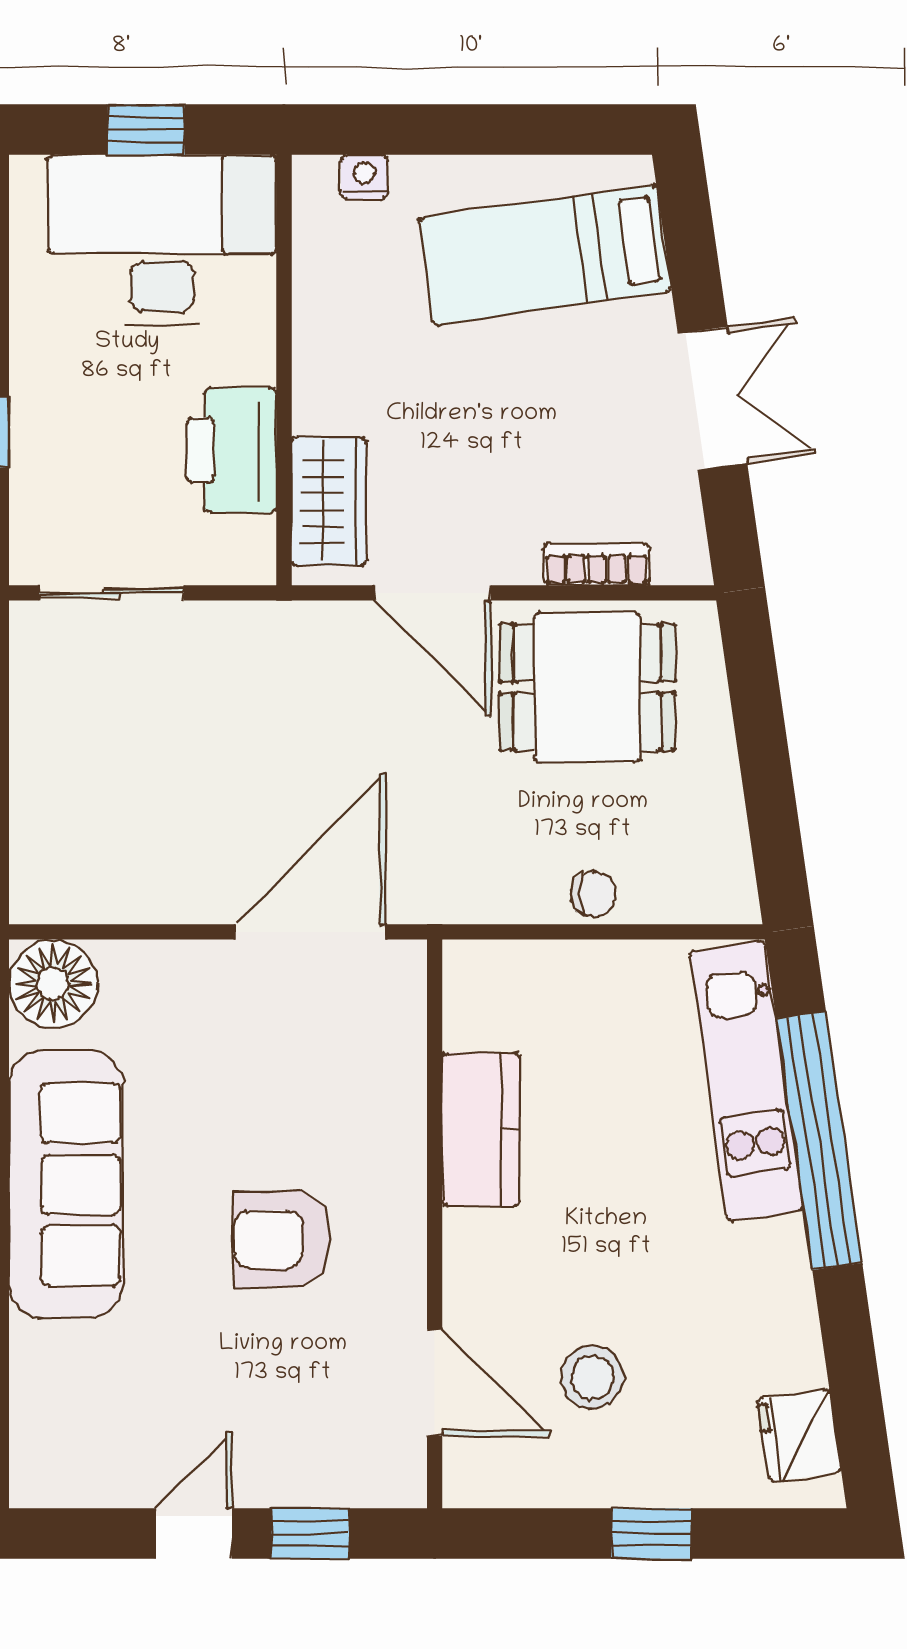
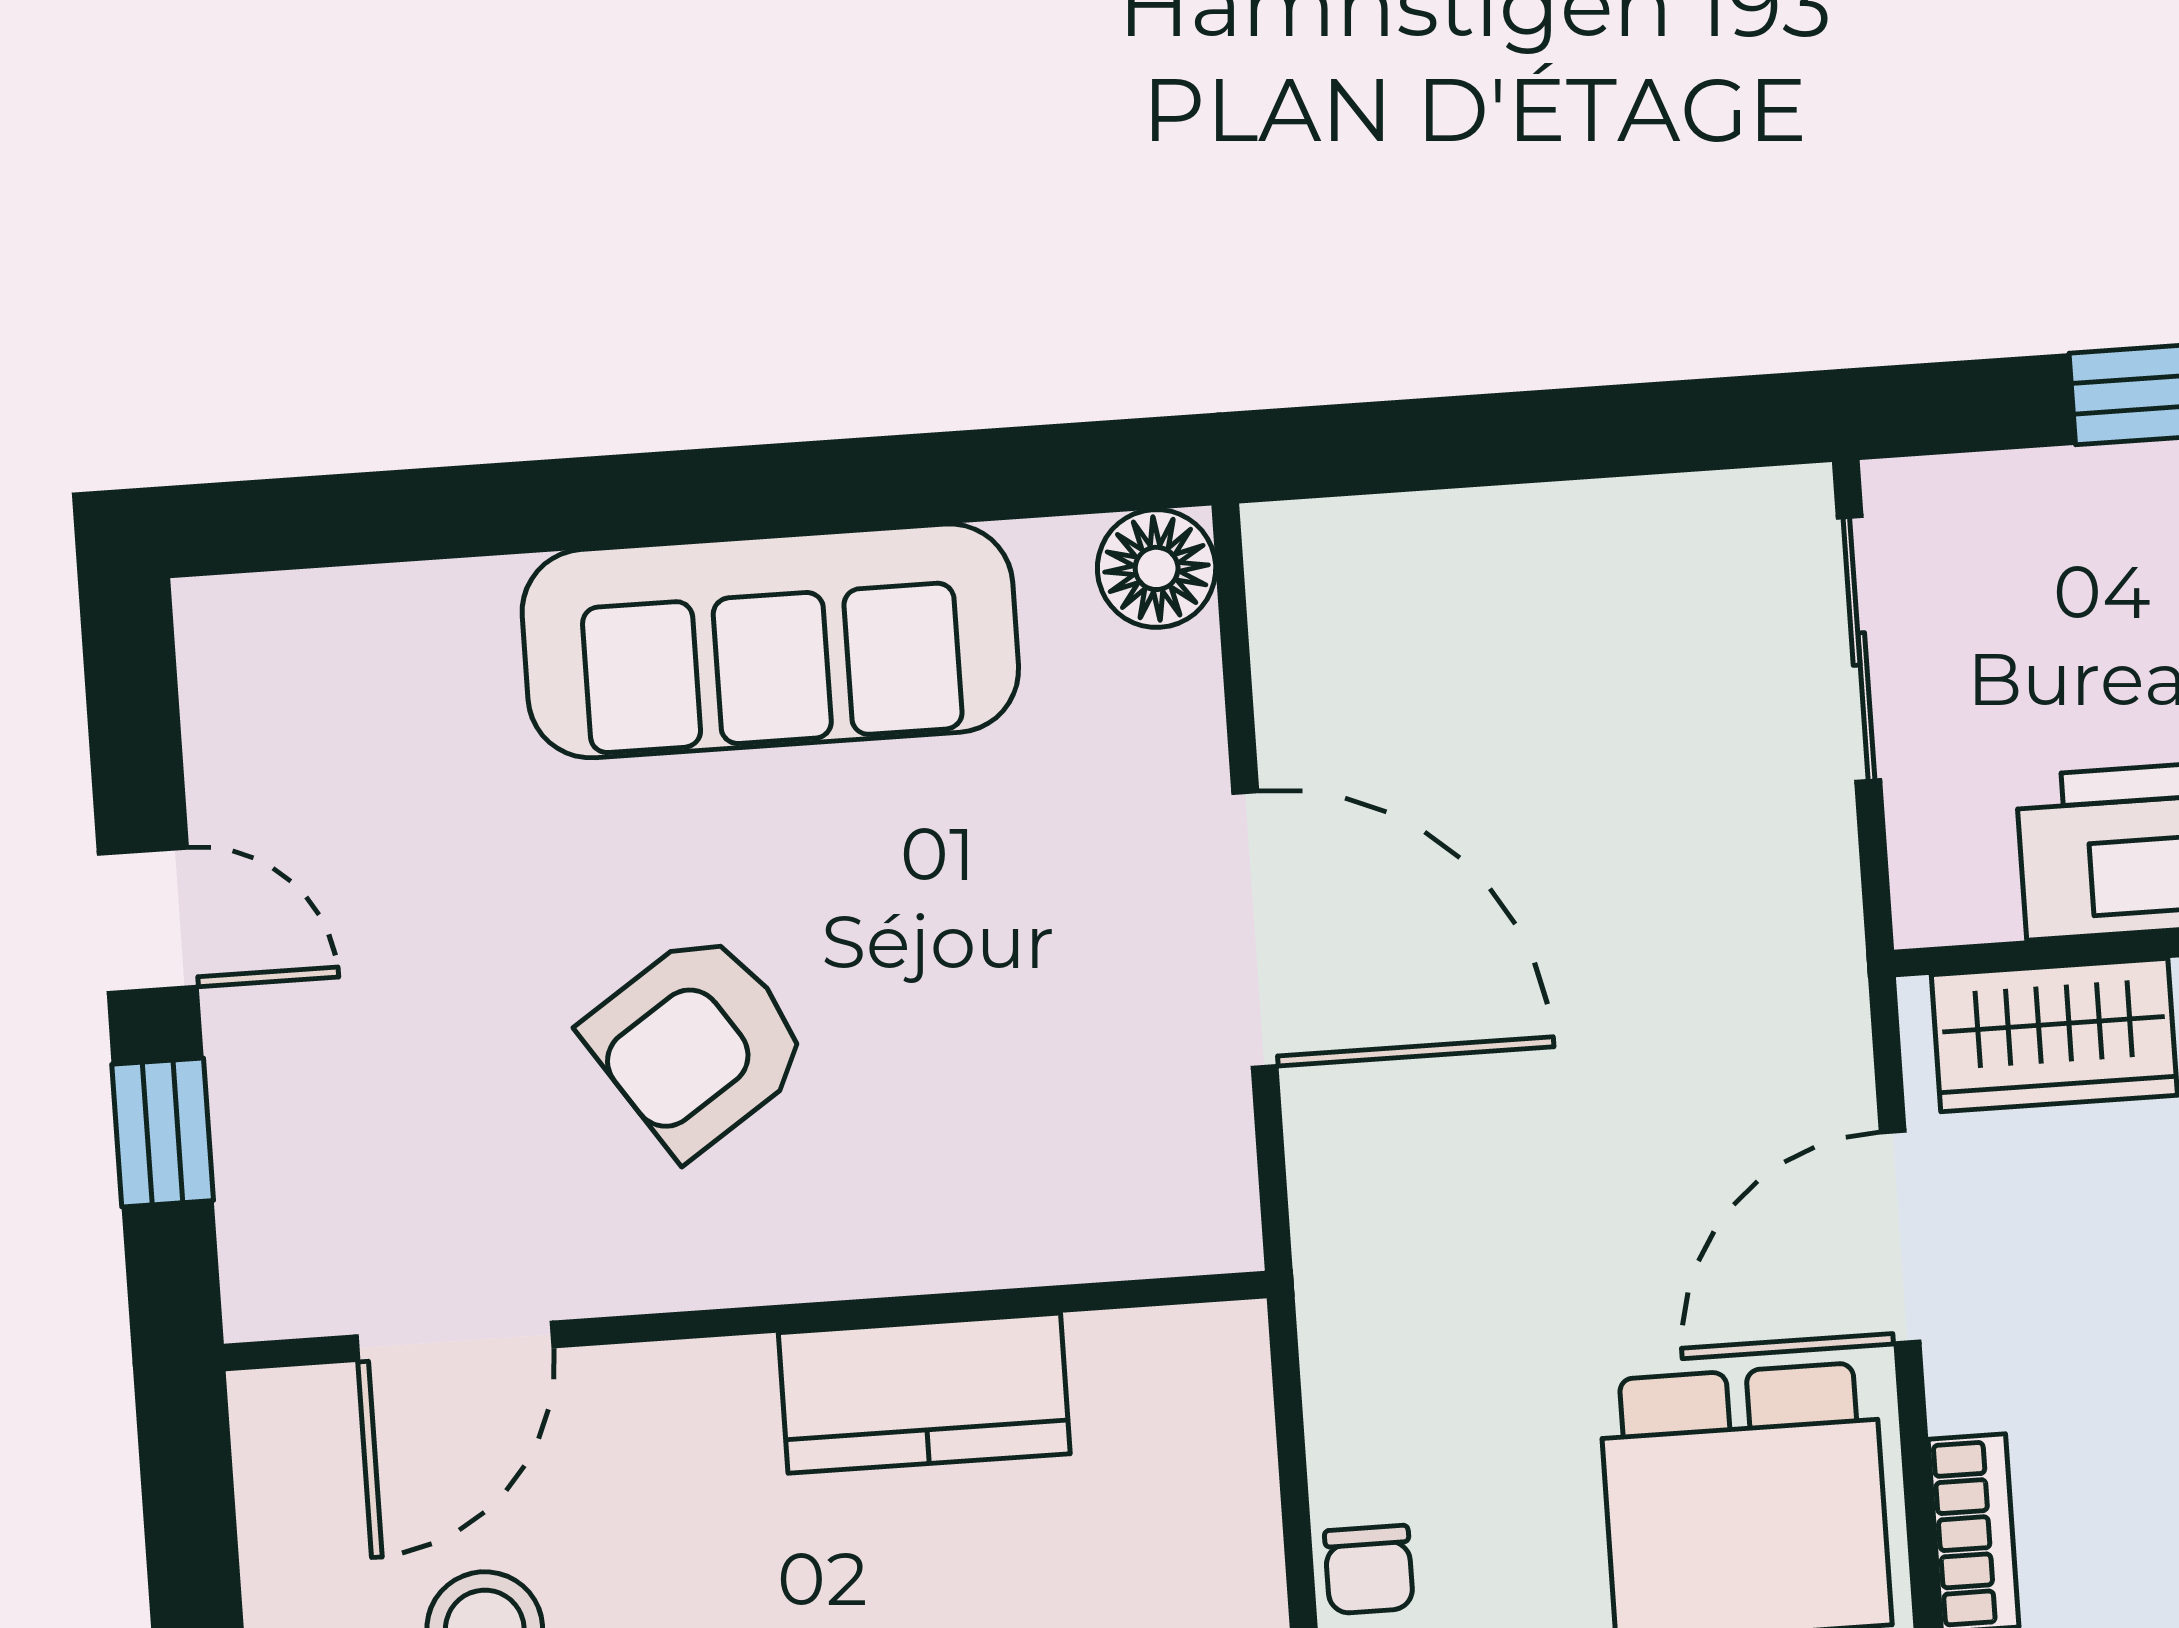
door: (310, 932) -> (1255, 929), moved
floor lamp: (53, 984) -> (1157, 568), width x0.73, depth x0.73
armchair: (282, 1239) -> (697, 1043), turned -124

